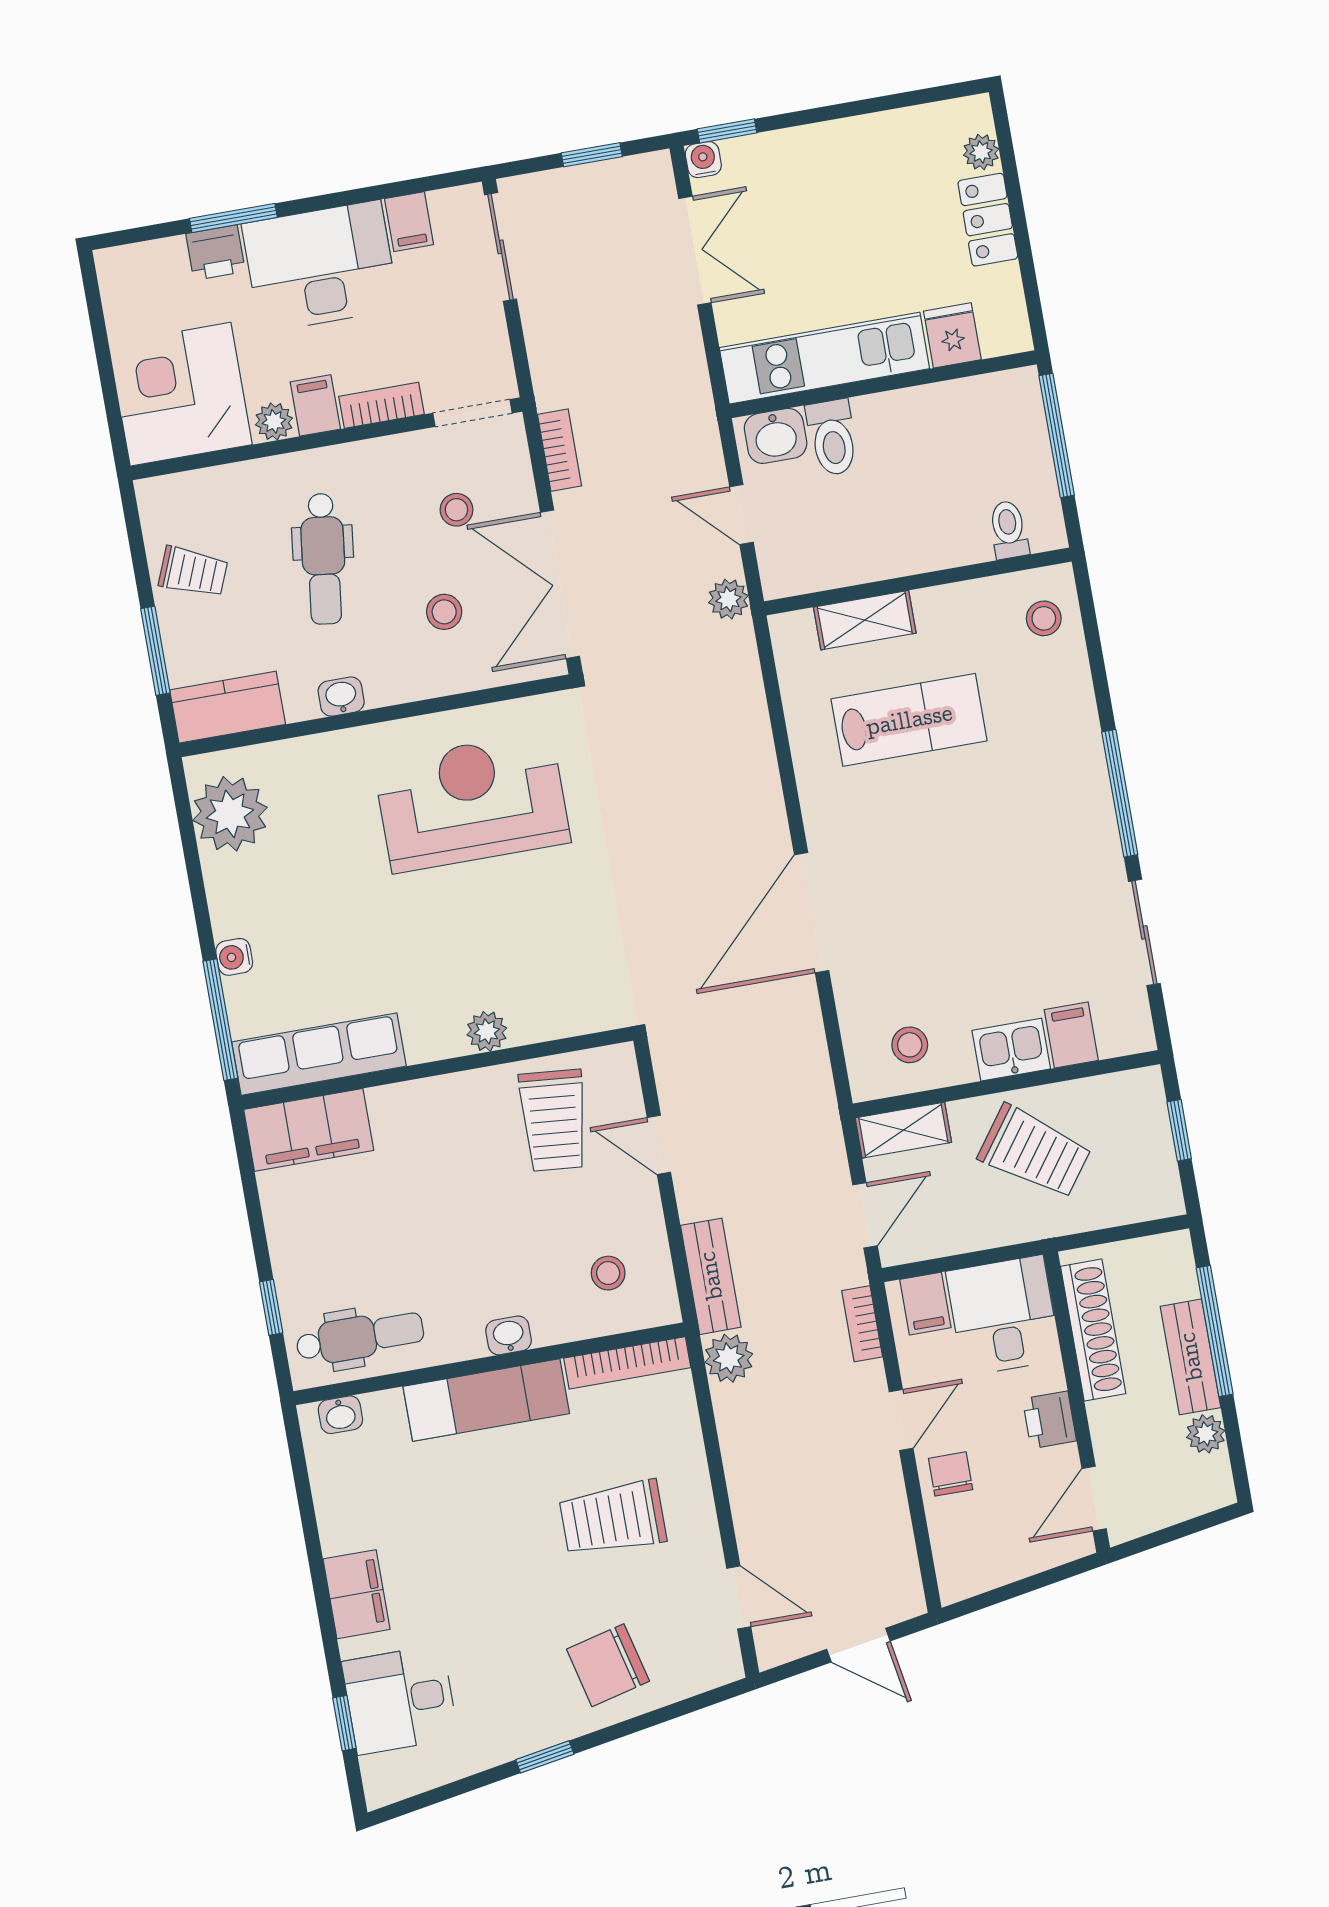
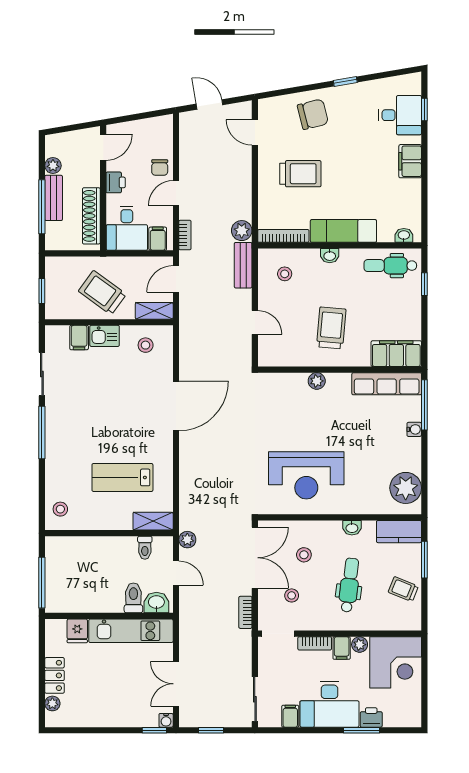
toilet: (1009, 530) -> (145, 548), moved
shelving: (865, 620) -> (153, 521), moved
trolley: (554, 1120) -> (331, 328), moved

